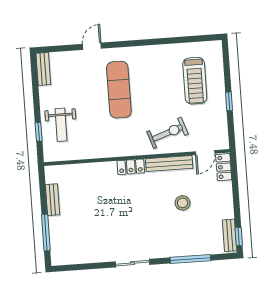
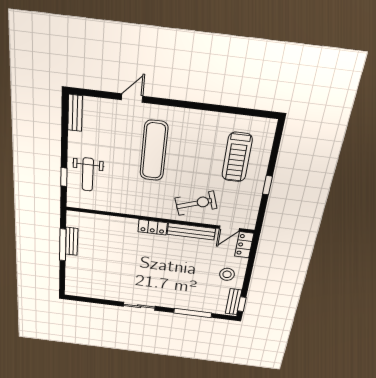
stool: (183, 203) -> (227, 274), moved
window: (46, 233) -> (63, 245), moved

